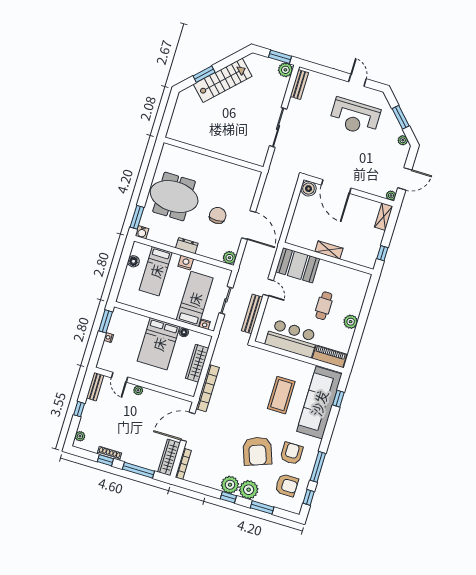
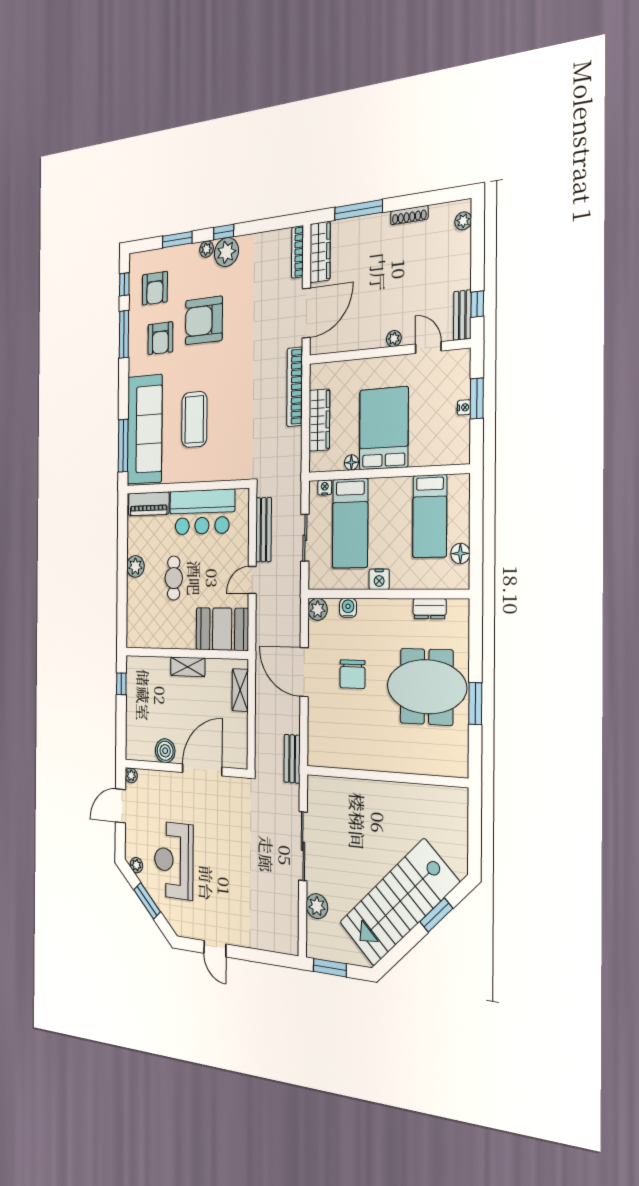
plant: (285, 70) -> (317, 906), moved
stairs: (223, 80) -> (399, 903), width x1.36, depth x1.51
bench: (299, 85) -> (292, 759), moved
reception desk: (355, 117) -> (174, 860), moved, turned -90
door: (336, 187) -> (202, 770), hinge flipped
boiler: (309, 189) -> (165, 751), moved
window: (137, 217) -> (475, 704), moved
shelving: (384, 217) -> (240, 690), moved
water cooler: (142, 232) -> (348, 608), moved
dresser: (187, 246) -> (430, 609), moved
bed: (156, 271) -> (430, 516), moved, turned 180
door: (268, 287) -> (252, 580), hinge flipped
window: (106, 321) -> (477, 399), moved
window: (338, 399) -> (123, 446), width x2.17
window: (79, 409) -> (477, 304), moved
armchair: (257, 451) -> (204, 320), turned -70
window: (105, 460) -> (412, 201), removed
armchair: (287, 485) -> (155, 288), turned -90
plant: (249, 490) -> (207, 249), width x0.53, depth x0.53

